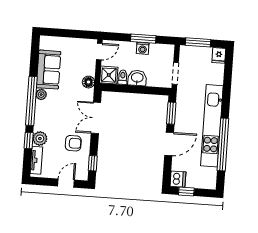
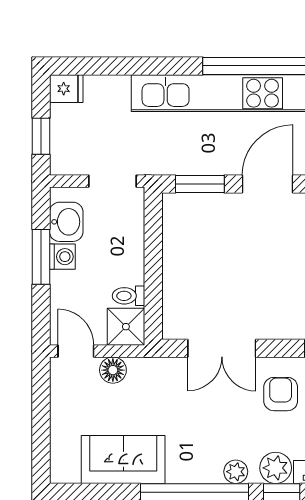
window: (198, 42) -> (41, 136), width x0.67
washbasin: (137, 78) -> (66, 222), moved, turned 180
floor lamp: (88, 82) -> (113, 370), moved
plant: (41, 95) -> (236, 472), moved
door: (169, 144) -> (268, 184), hinge flipped

